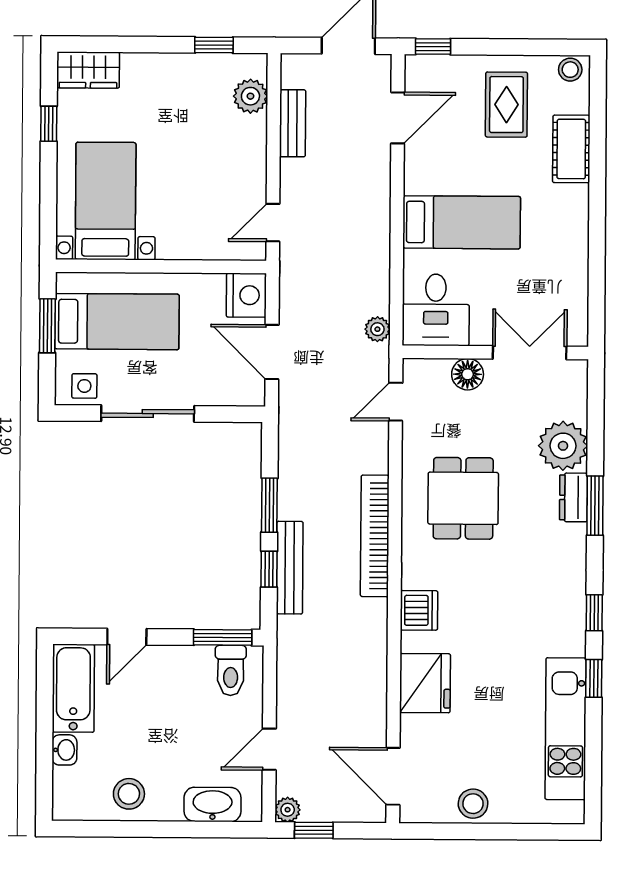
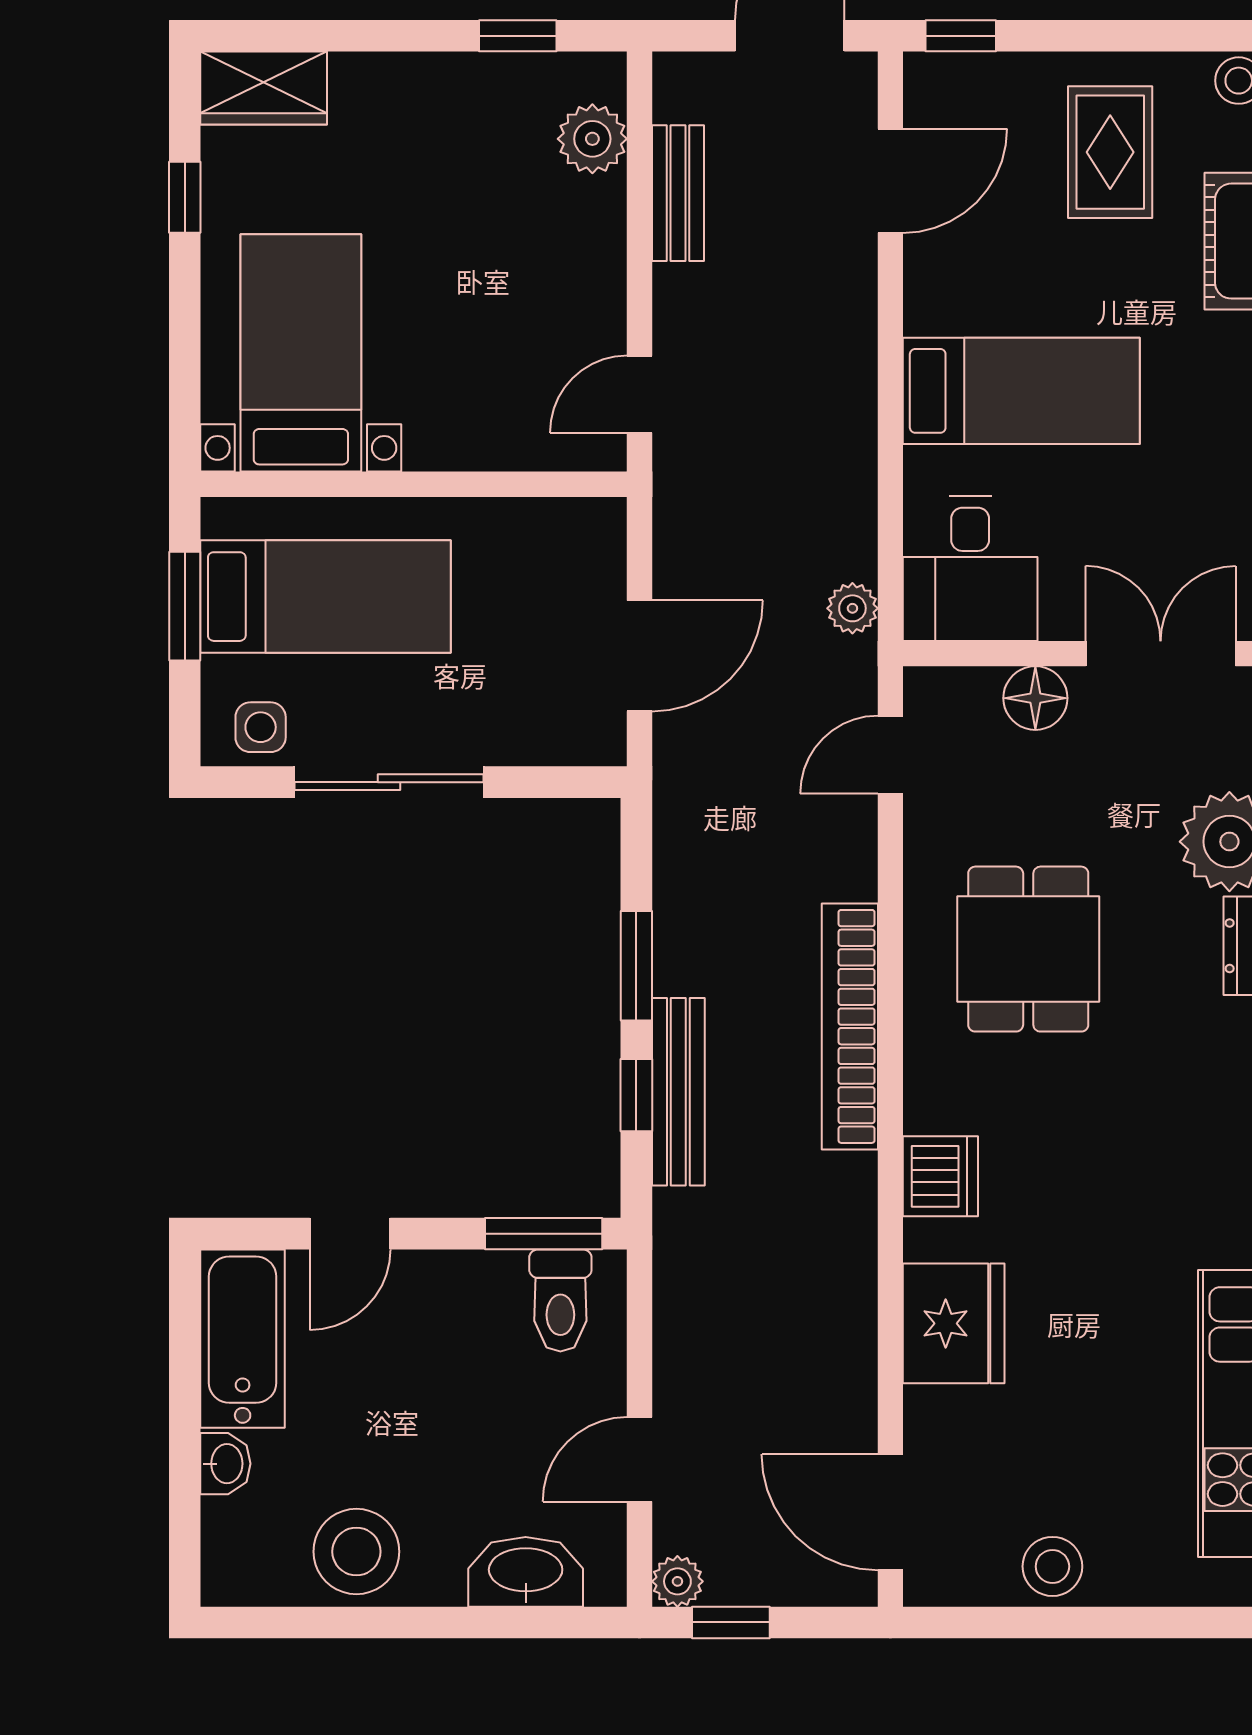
nightstand: (246, 295) -> (587, 541), removed
door: (272, 352) -> (639, 656), swing flipped
stool: (129, 794) -> (356, 1552), width x1.38, depth x1.38

